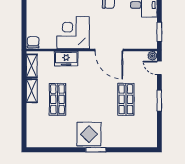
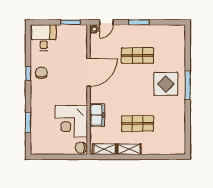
corner desk: (73, 33) -> (71, 121), moved
display table: (89, 134) -> (166, 84), moved
window: (96, 150) -> (188, 85), width x1.44

